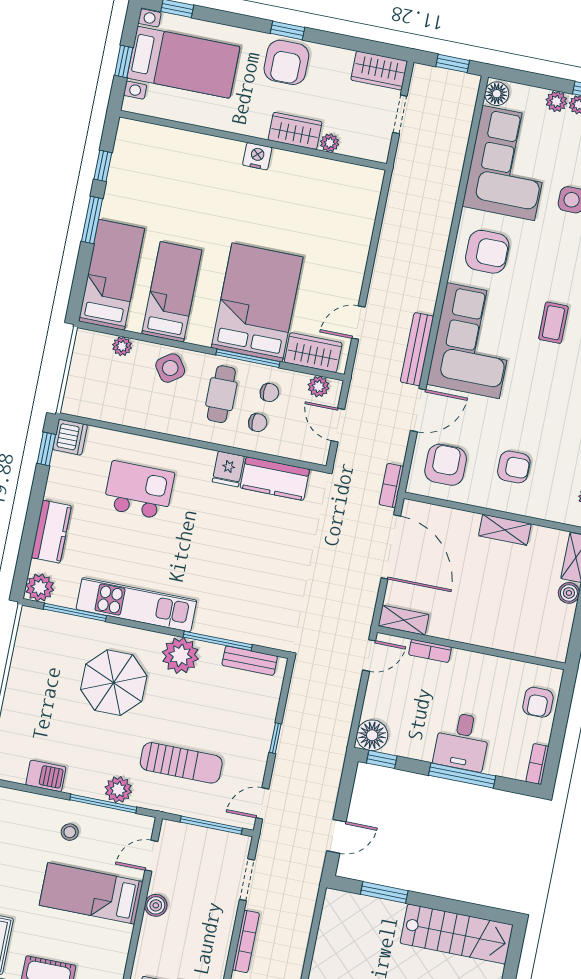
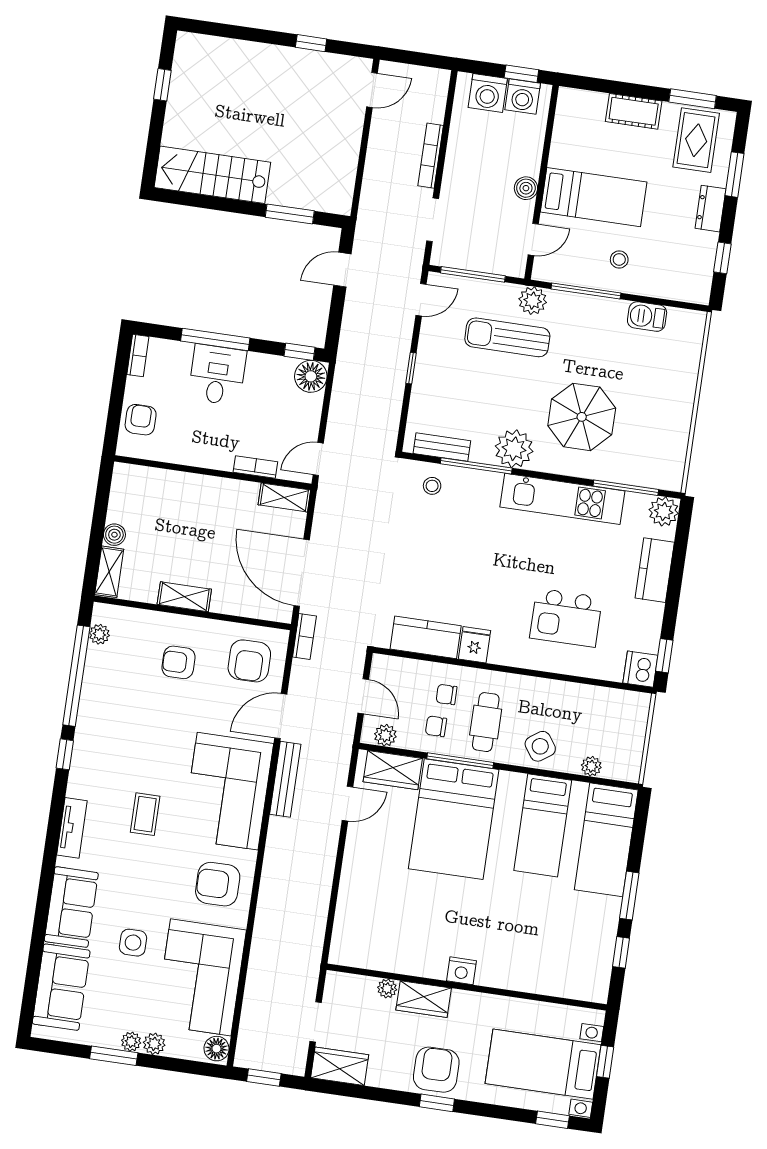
stool: (261, 624) -> (432, 486), added
plant: (118, 790) -> (533, 301), moved

